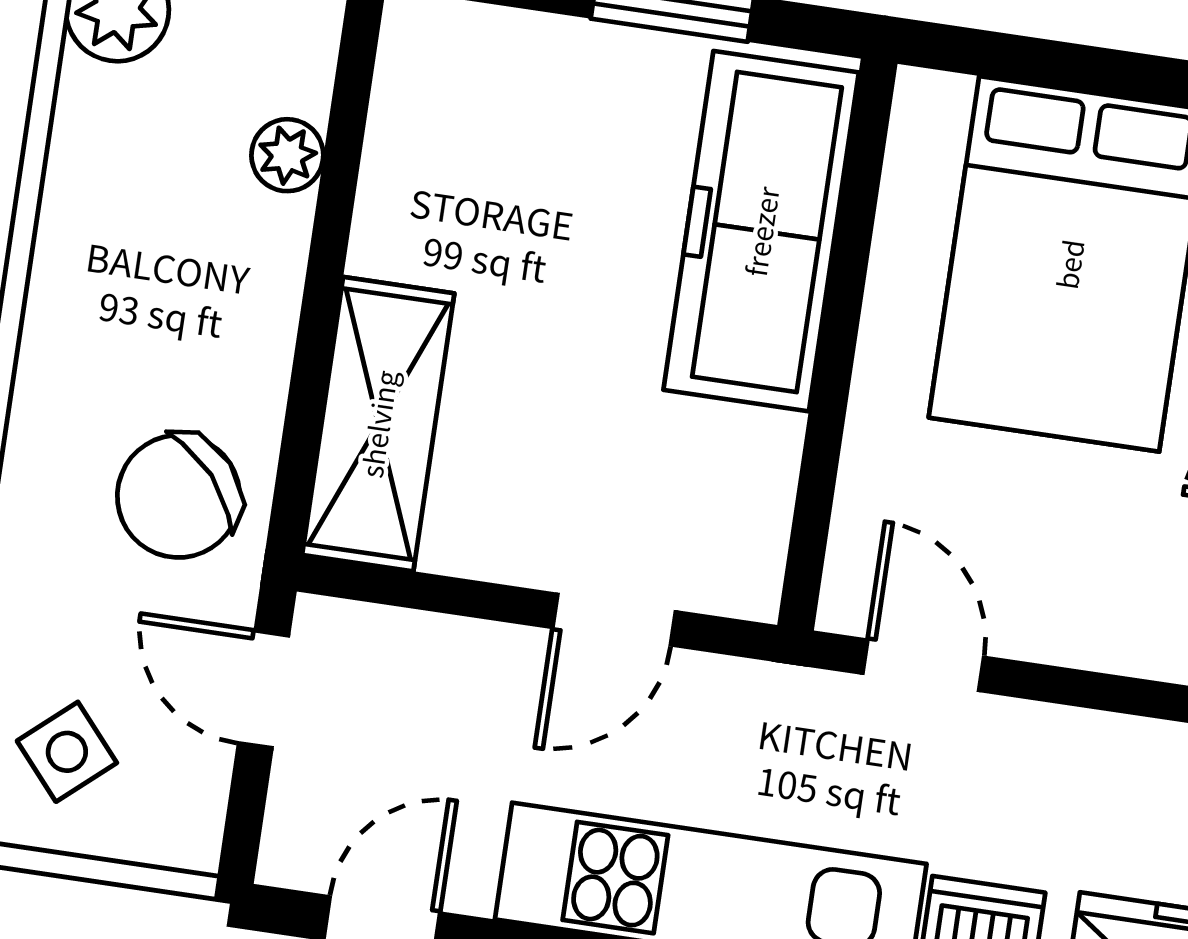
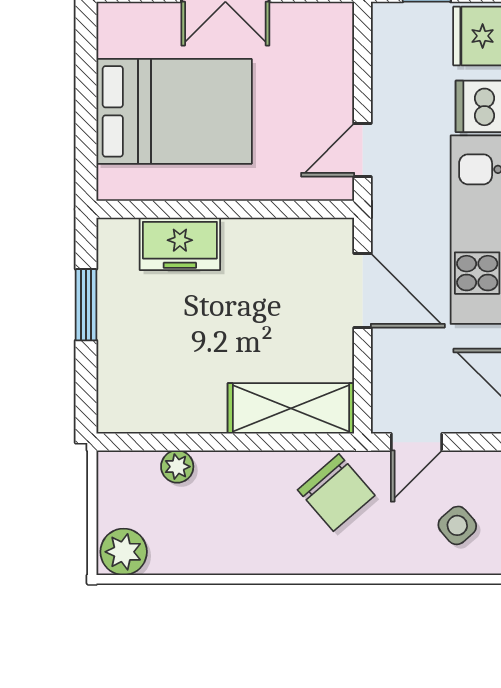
freezer: (761, 231) -> (180, 244), width x0.52, depth x0.79
door: (614, 620) -> (362, 291), width x1.38

